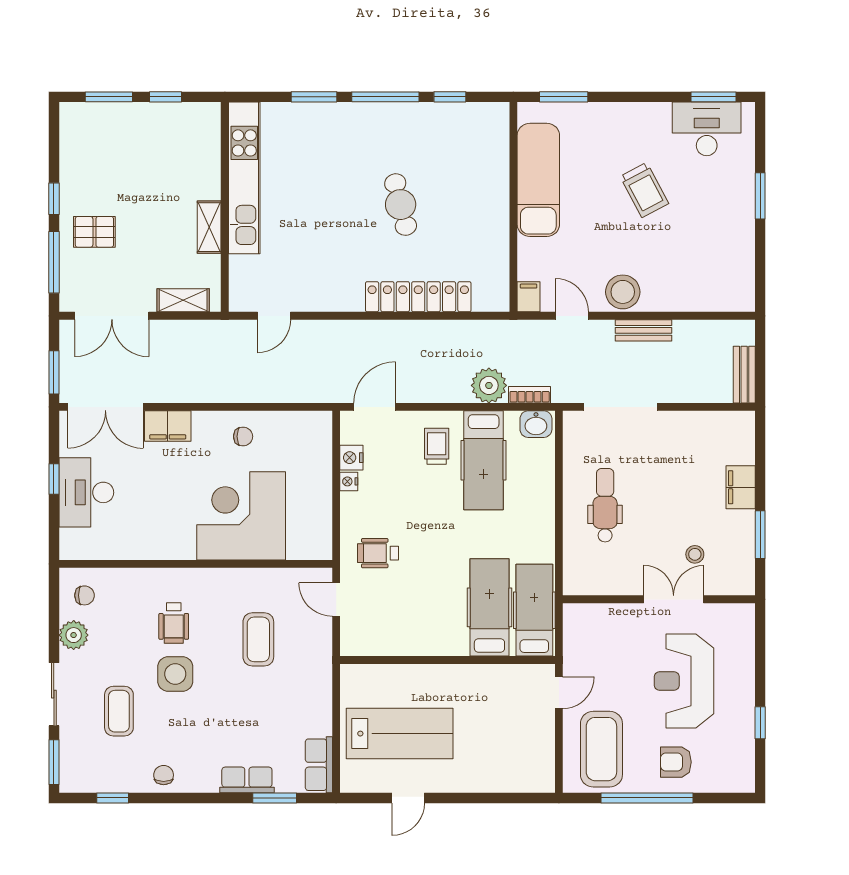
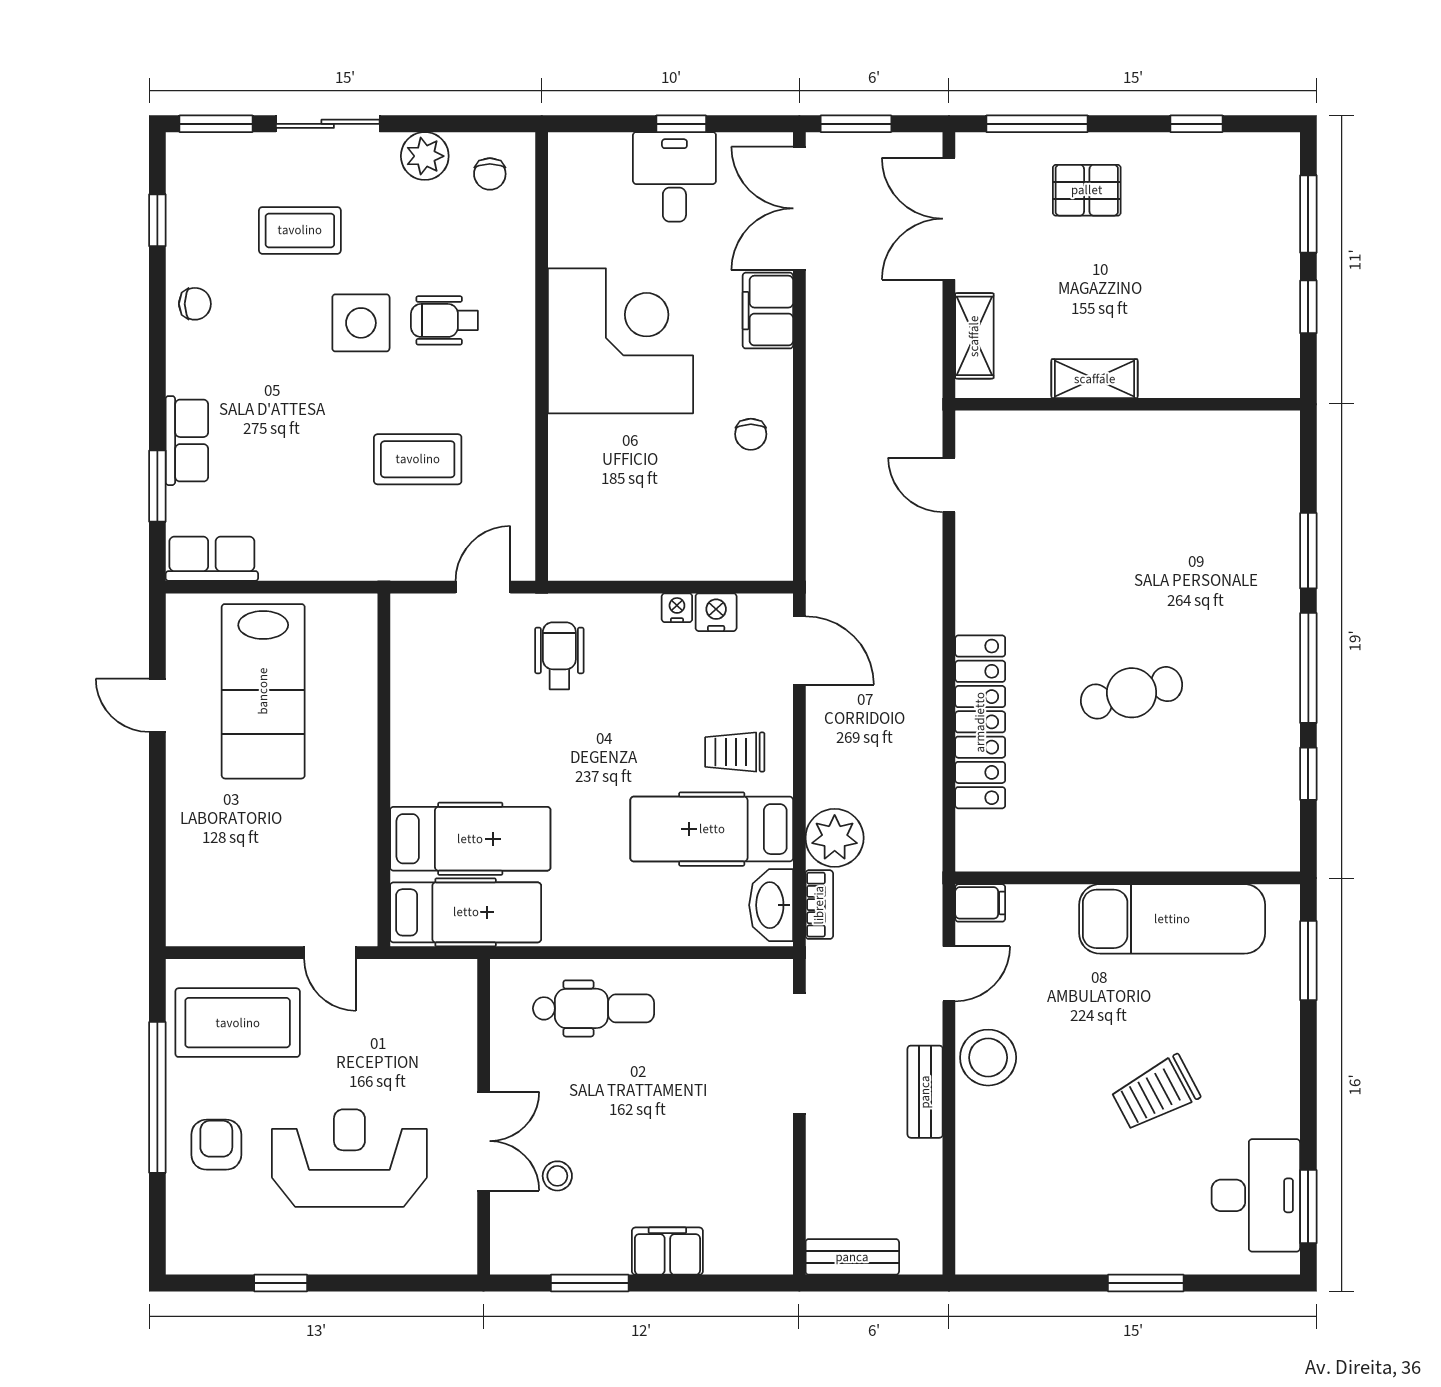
kitchen unit: (244, 178) -> (1175, 436), removed
window: (54, 199) -> (1196, 124), moved
pallet: (94, 232) -> (1087, 190), turned 90
washbasin: (536, 424) -> (771, 905), width x1.38
trolley: (437, 446) -> (735, 752), turned 180
desk: (86, 492) -> (674, 177), width x0.73
dental chair: (605, 505) -> (594, 1008), moved
corner desk: (241, 516) -> (620, 341), moved

